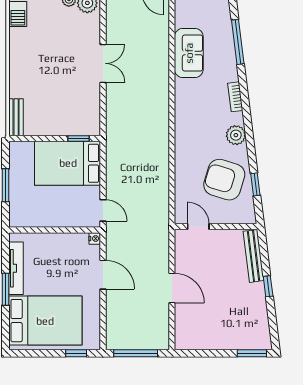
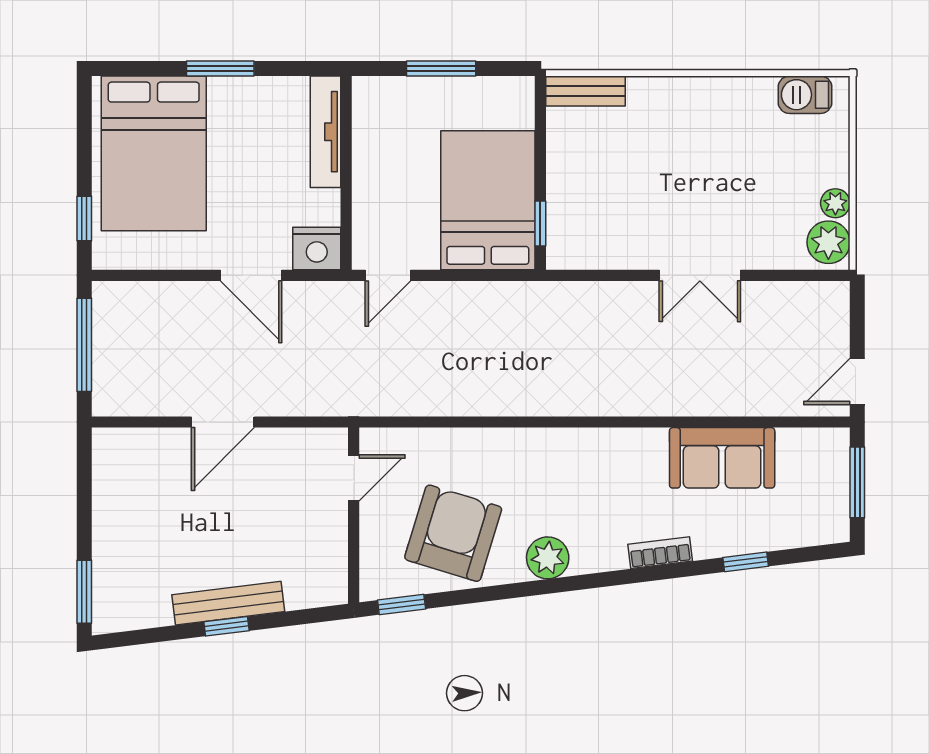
window: (238, 42) -> (746, 562), width x0.46
bookcase: (235, 97) -> (660, 553), moved
window: (255, 184) -> (402, 605), moved
nightstand: (95, 239) -> (317, 249), width x1.89, depth x1.79
bench: (254, 256) -> (228, 603), moved
tv unit: (16, 268) -> (326, 132), moved, turned 90
door: (103, 275) -> (251, 275), hinge flipped

